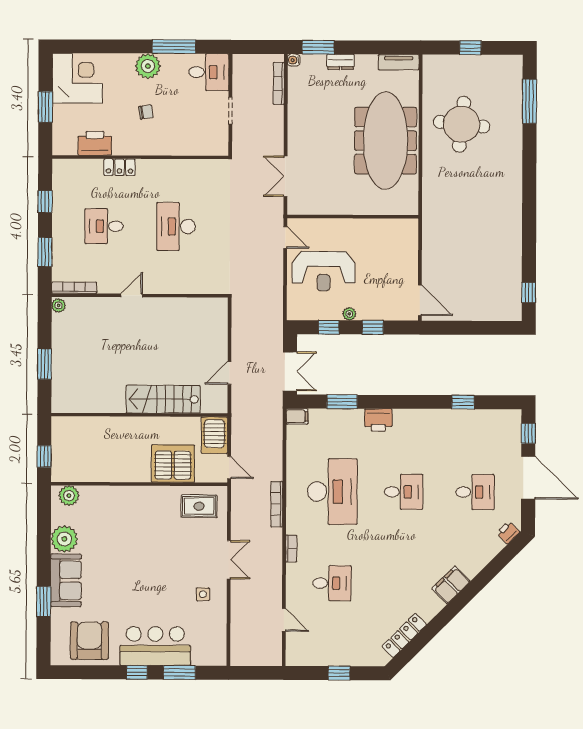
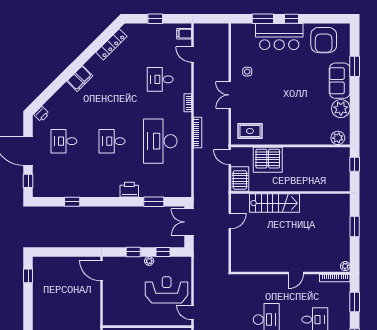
filing cabinet: (297, 416) -> (184, 34), moved

